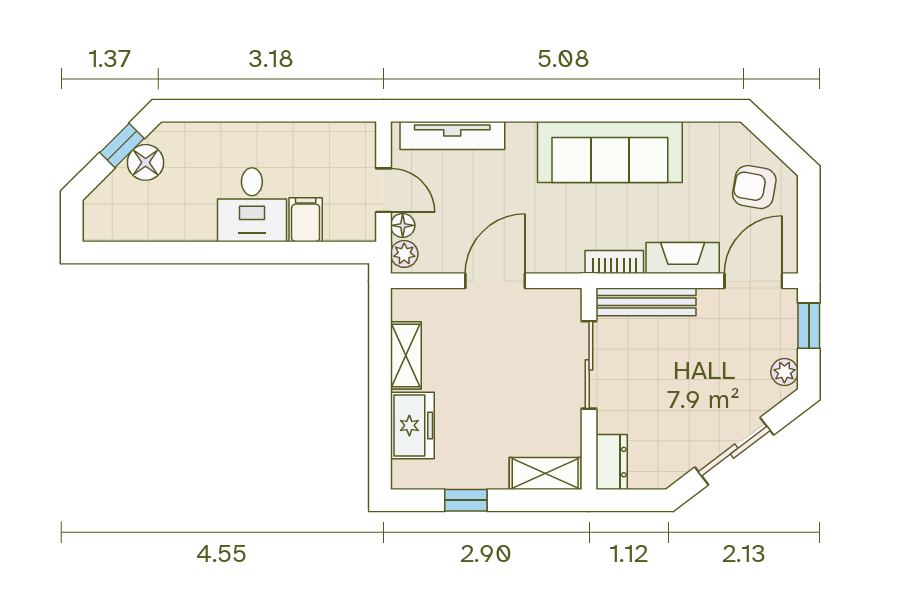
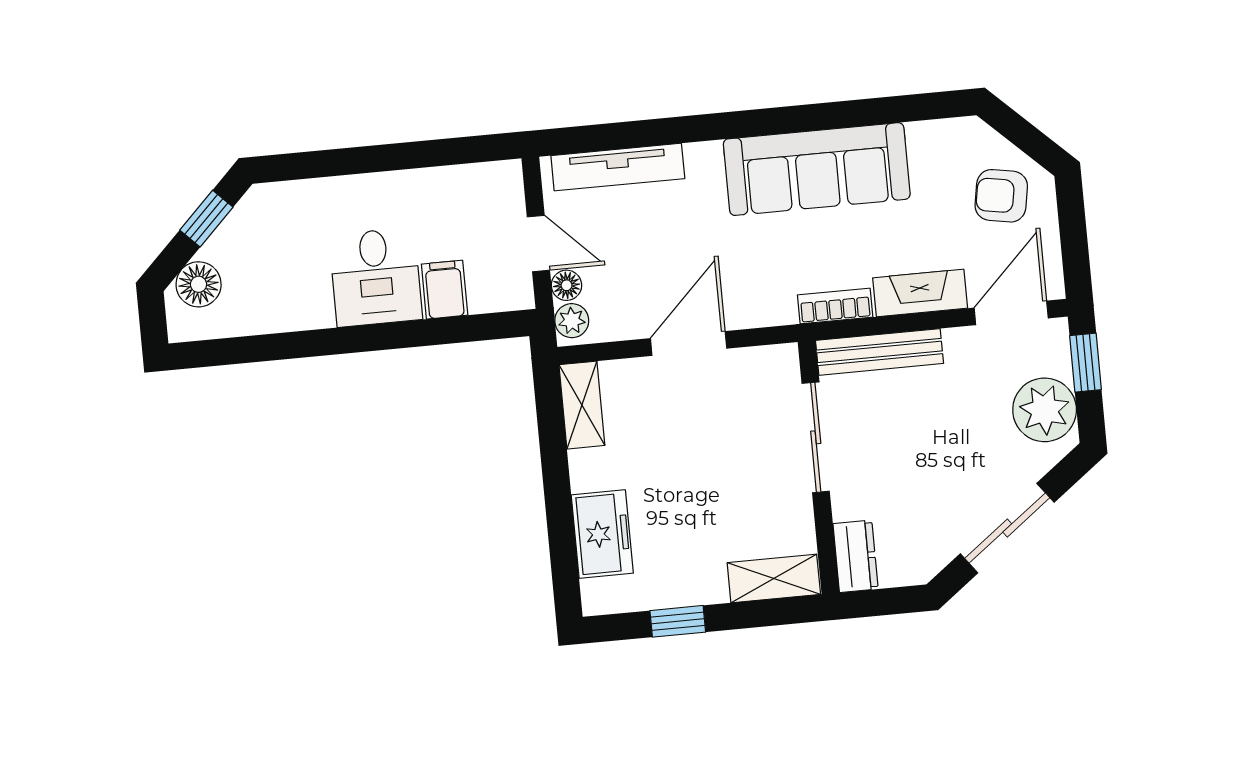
floor lamp: (146, 162) -> (199, 284), moved
shelving: (406, 355) -> (582, 405), moved
plant: (784, 372) -> (1045, 410), width x1.88, depth x1.88

